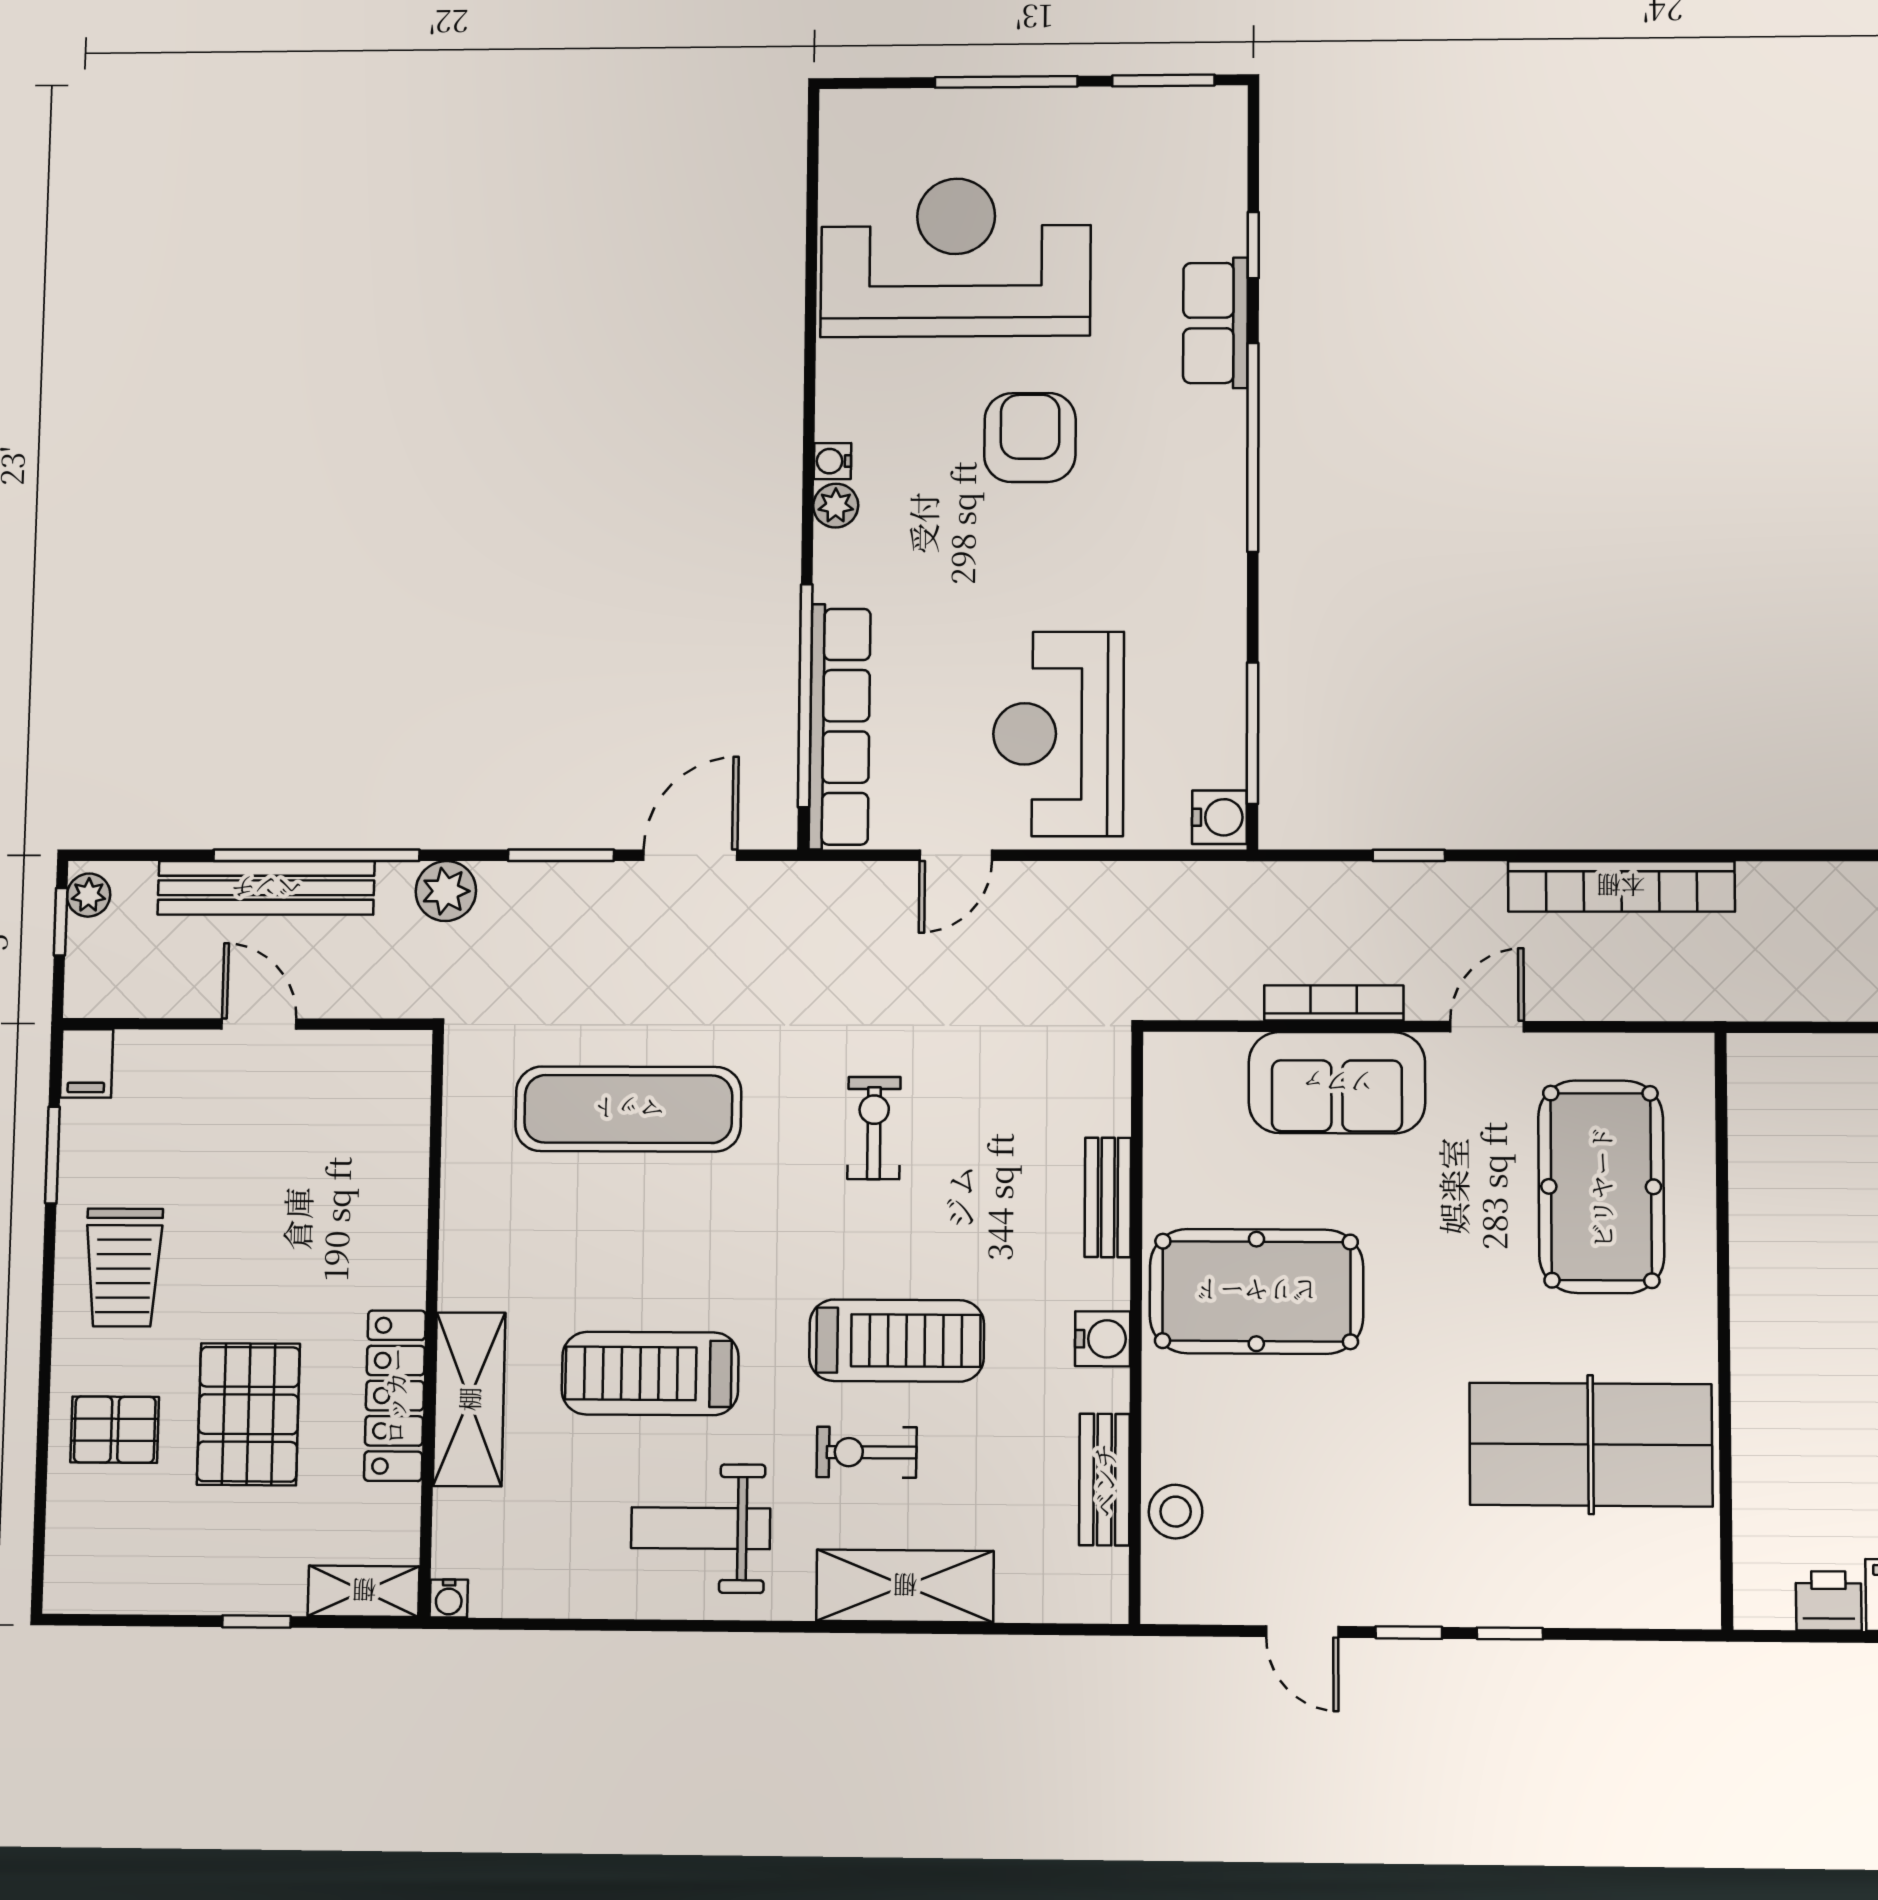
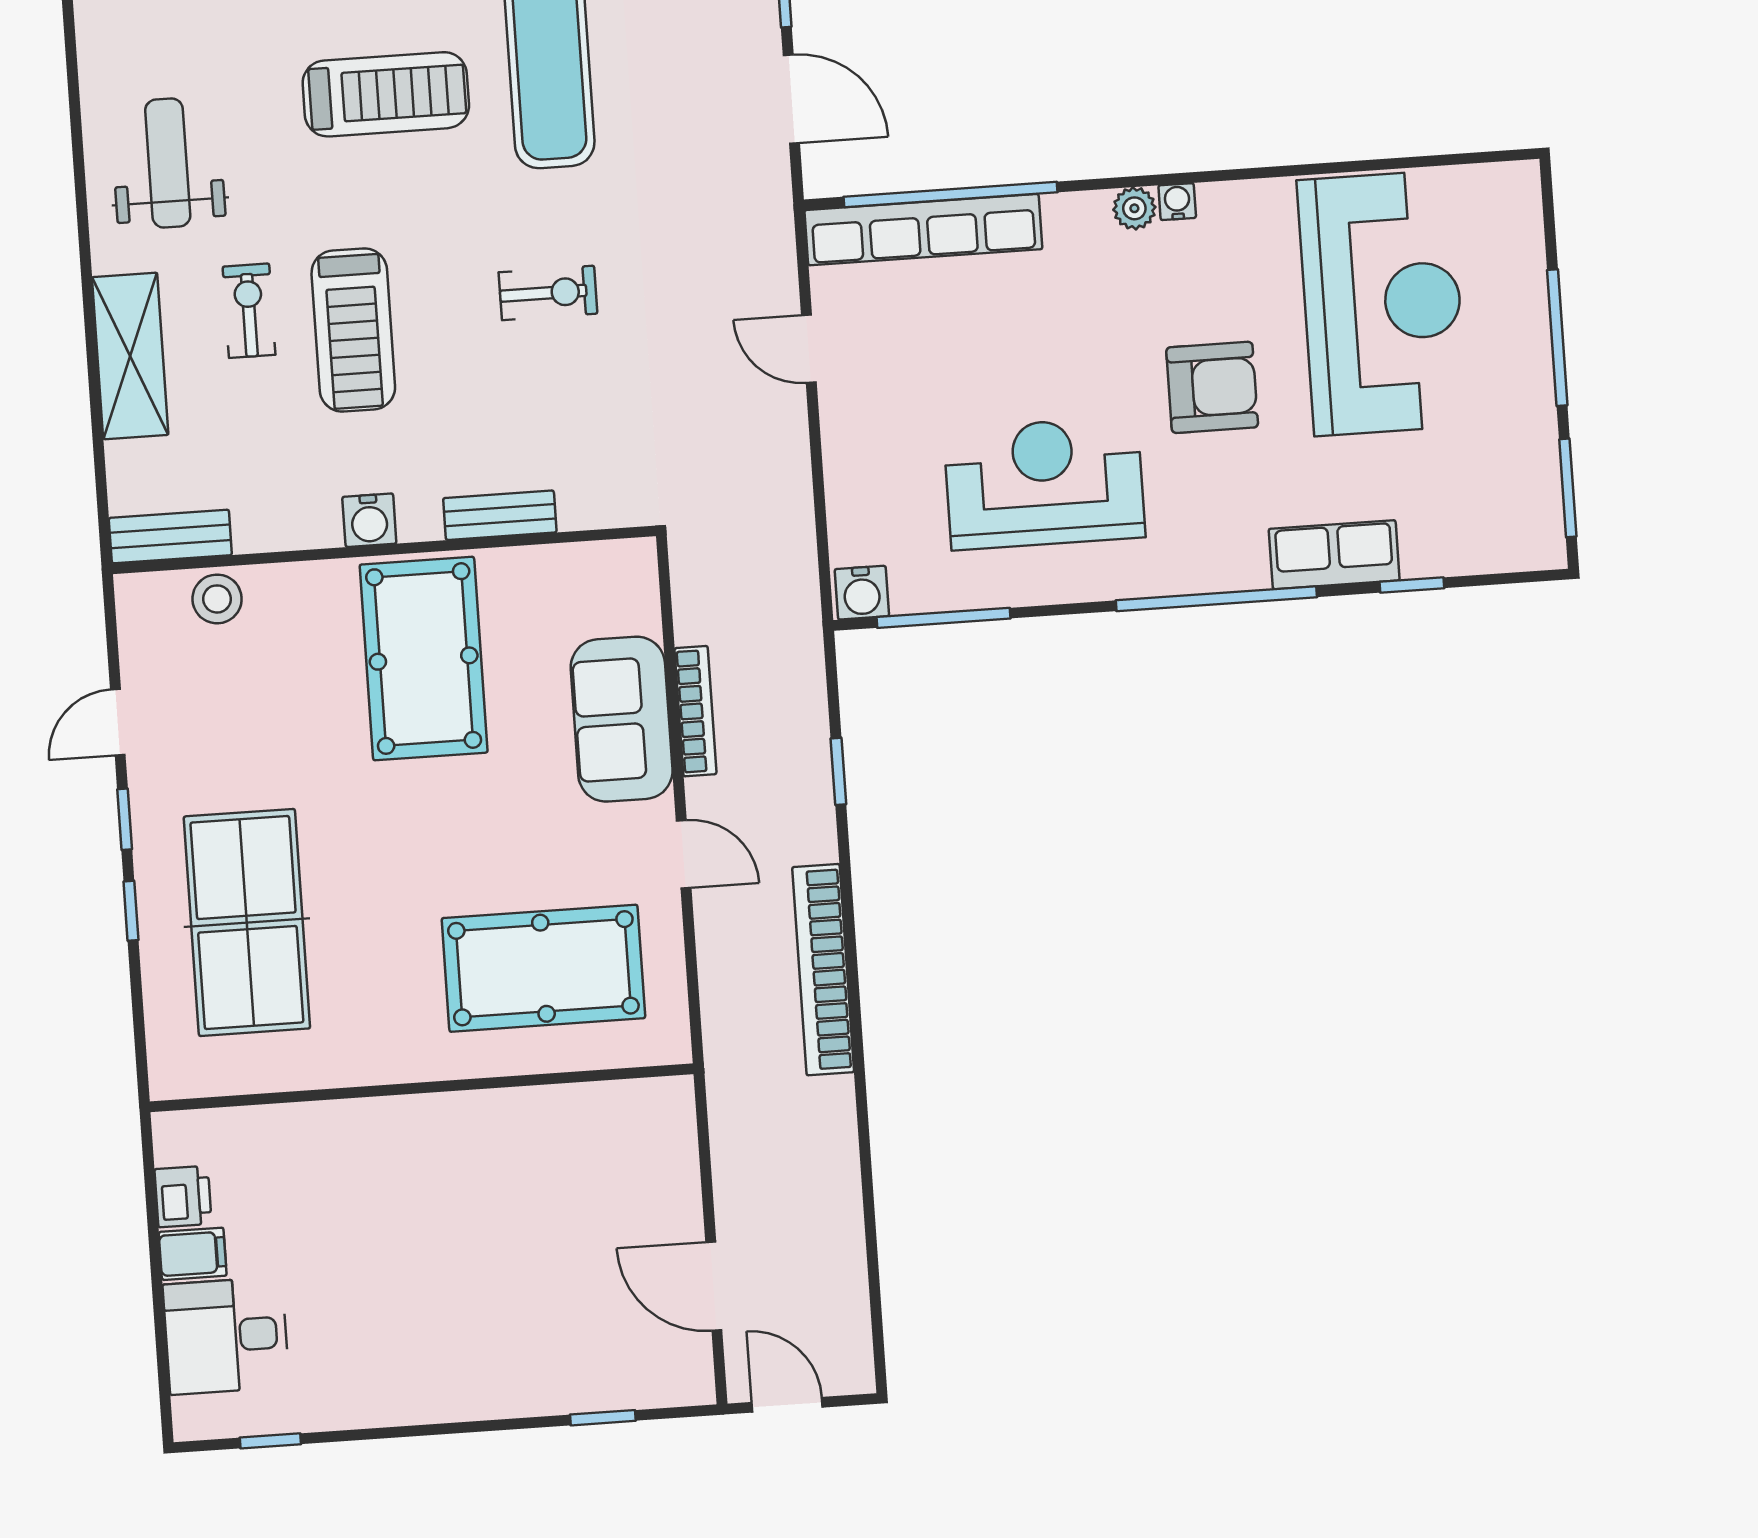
reception desk: (1058, 734) -> (1044, 483), moved
treadmill: (650, 1373) -> (386, 94), moved, turned 90
table tennis table: (1591, 1445) -> (247, 922), moved
bench: (1104, 1480) -> (170, 536), moved

